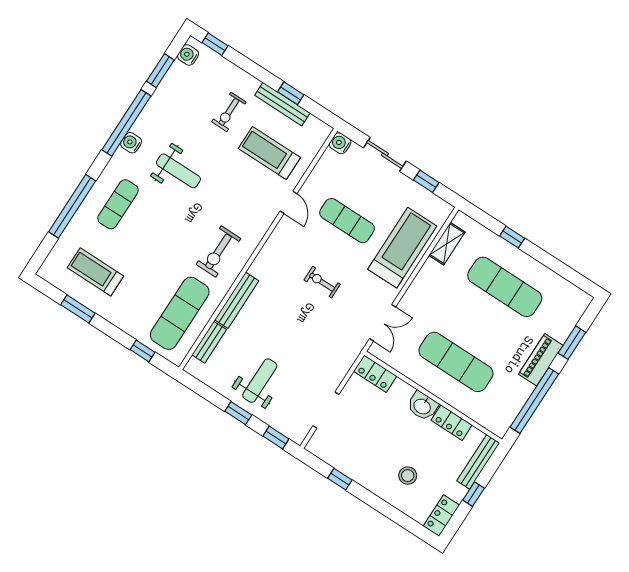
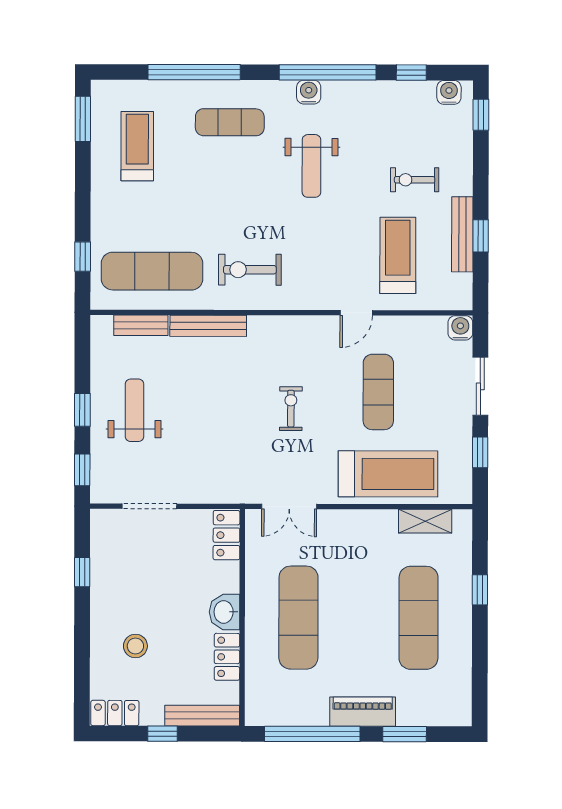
window: (160, 71) -> (411, 73), width x0.67
window: (78, 309) -> (83, 119), moved
weight bench: (260, 381) -> (135, 410), turned -90

